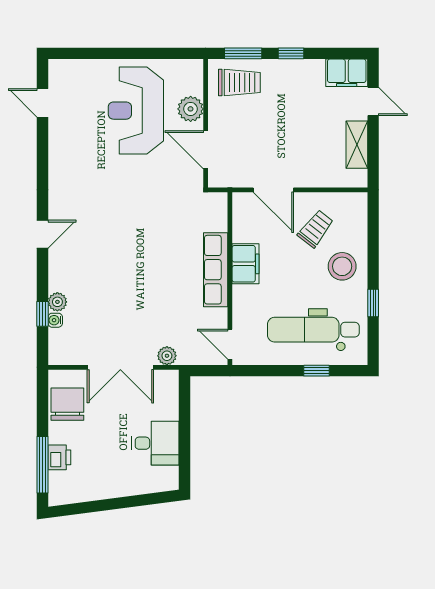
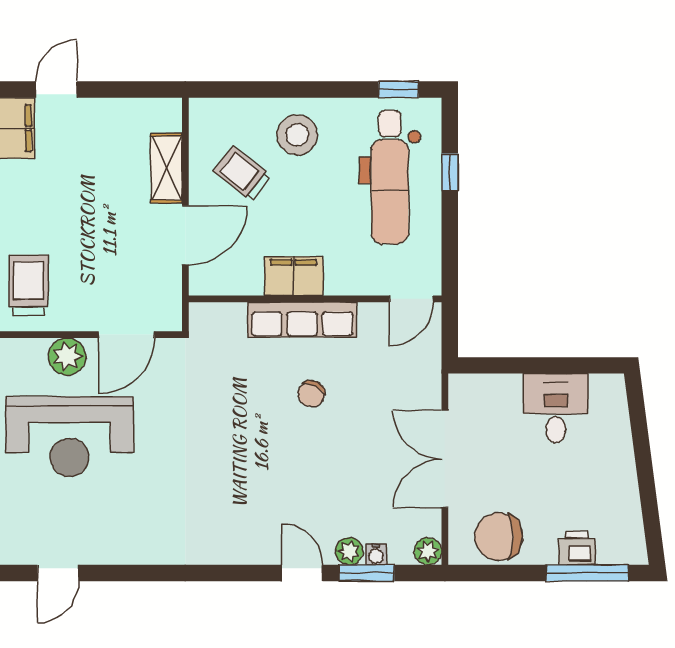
shelving: (357, 145) -> (166, 168), moved, turned 90
door: (42, 234) -> (302, 573), moved
chair: (165, 276) -> (311, 394), added
window: (373, 303) -> (399, 90), moved
window: (42, 314) -> (367, 573), width x1.50
plant: (167, 356) -> (428, 551), moved
double door: (120, 367) -> (445, 459), swing flipped

